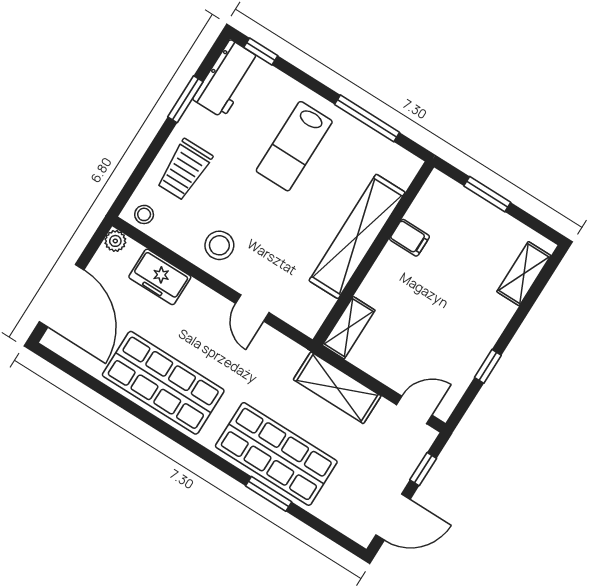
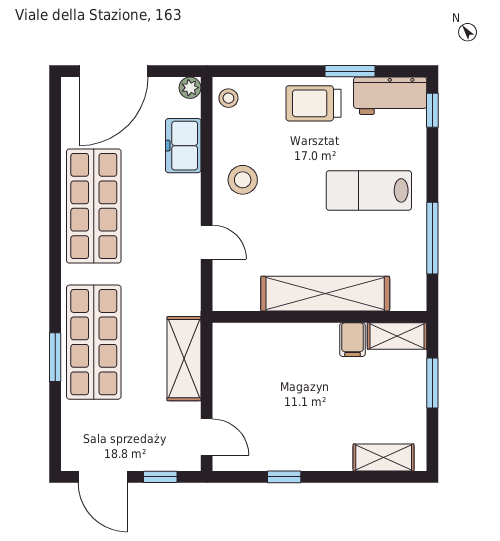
trolley: (184, 170) -> (314, 103), moved
door: (252, 308) -> (207, 242), swing flipped
shelving: (349, 328) -> (397, 336), moved

